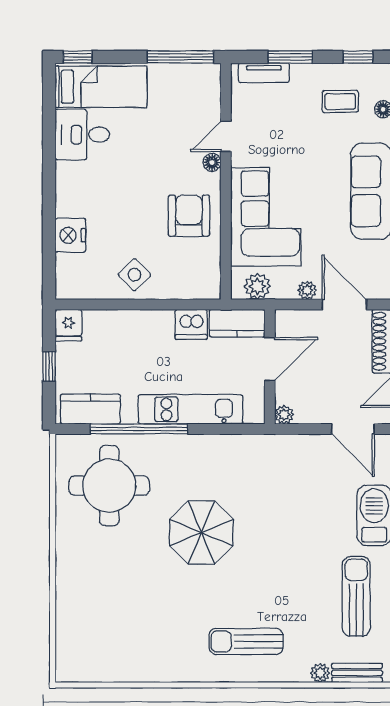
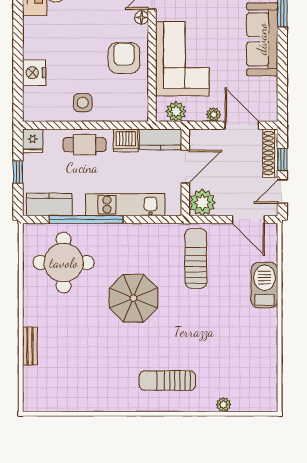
side table: (134, 275) -> (83, 103), turned 45
cafe table: (137, 330) -> (85, 145), added
plant: (284, 415) -> (202, 202), width x1.88, depth x1.88
sun lounger: (356, 596) -> (196, 258), moved
bench: (357, 673) -> (30, 346), moved, turned 90

